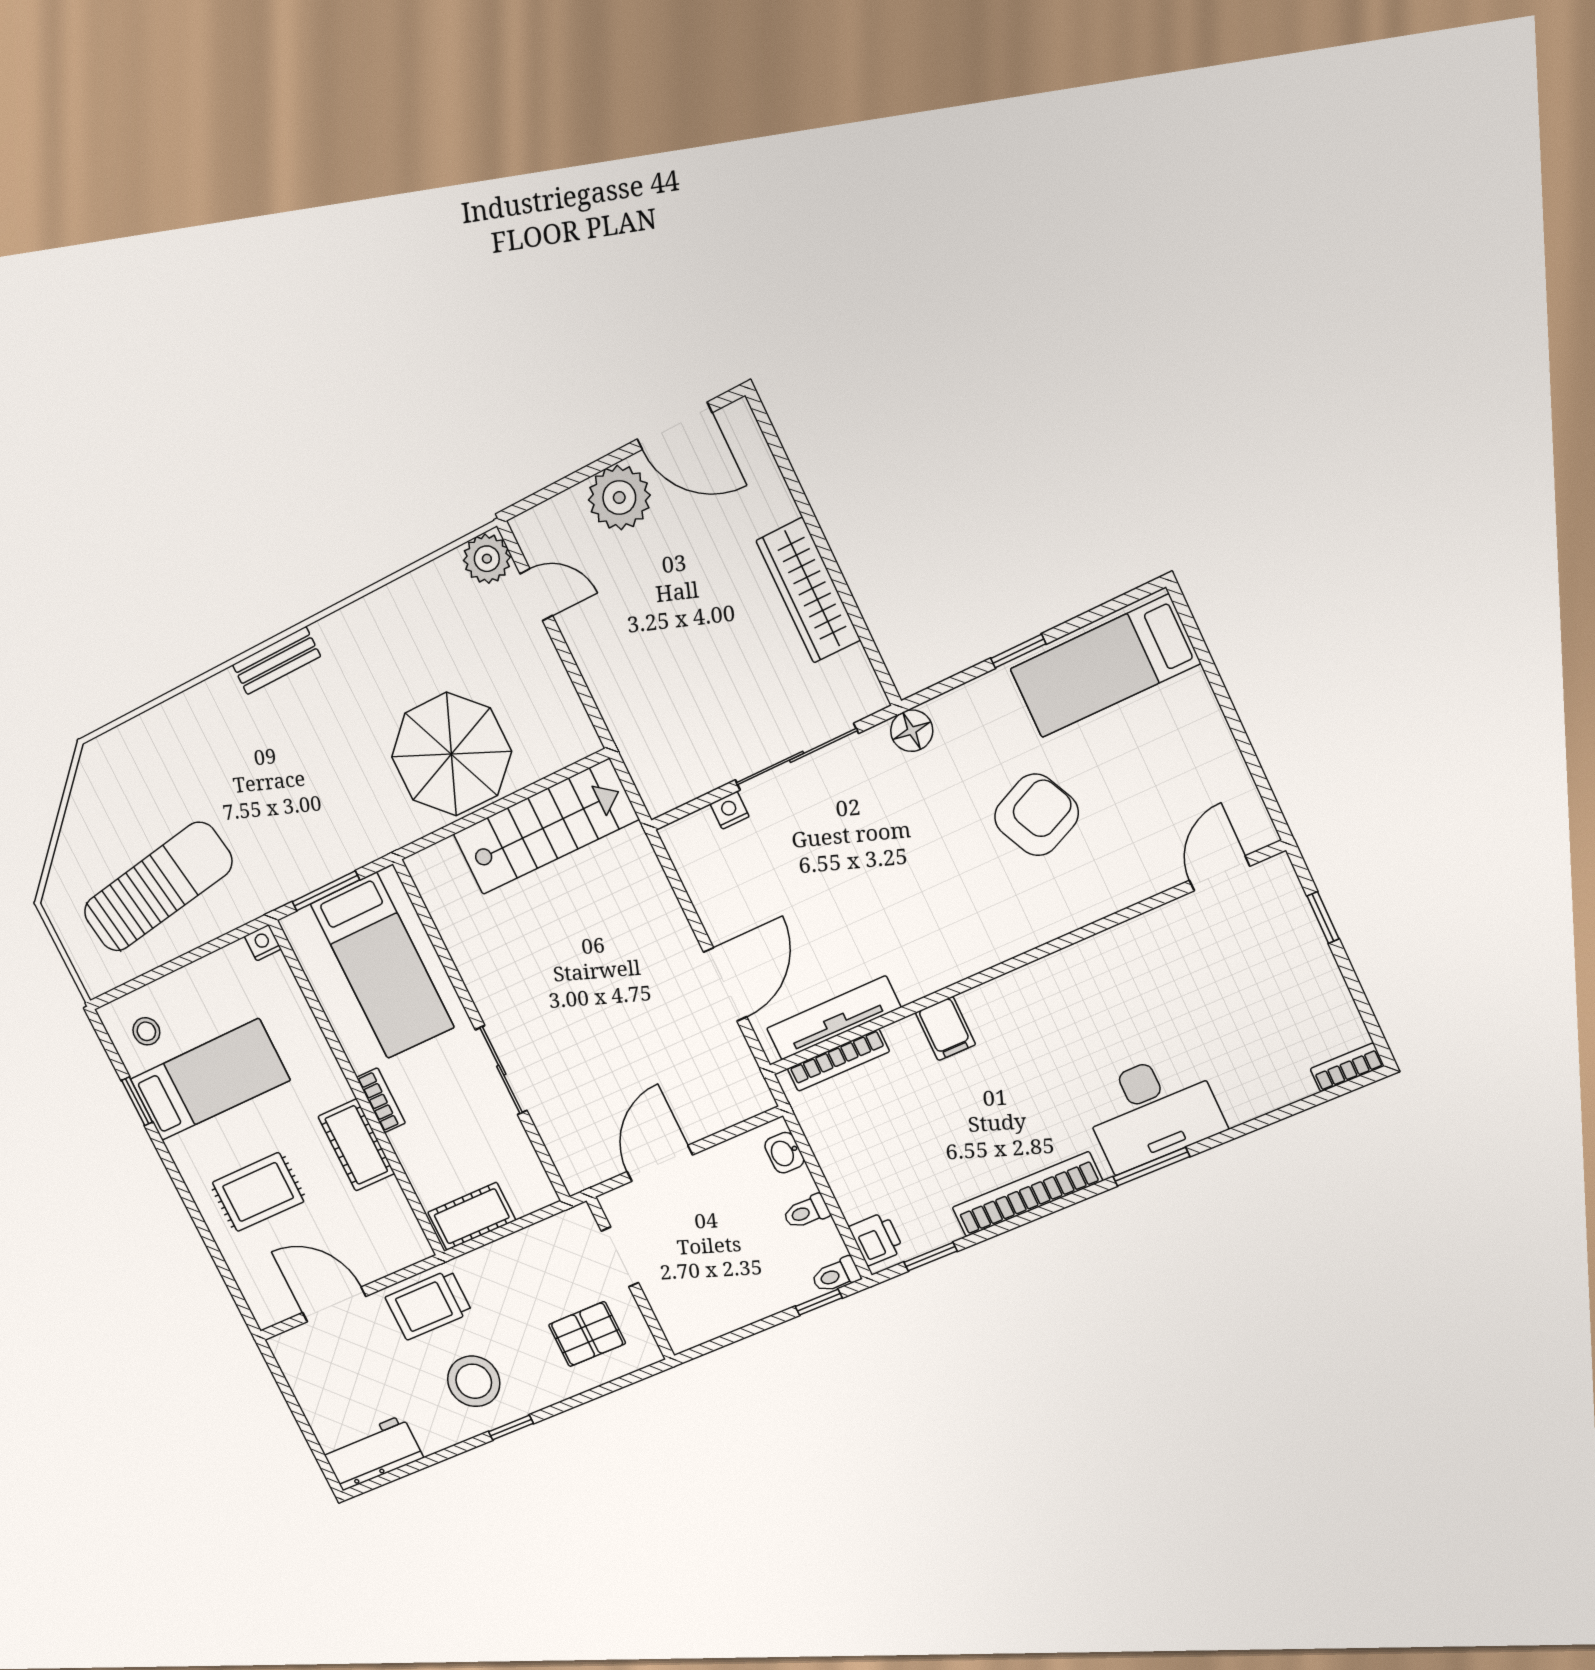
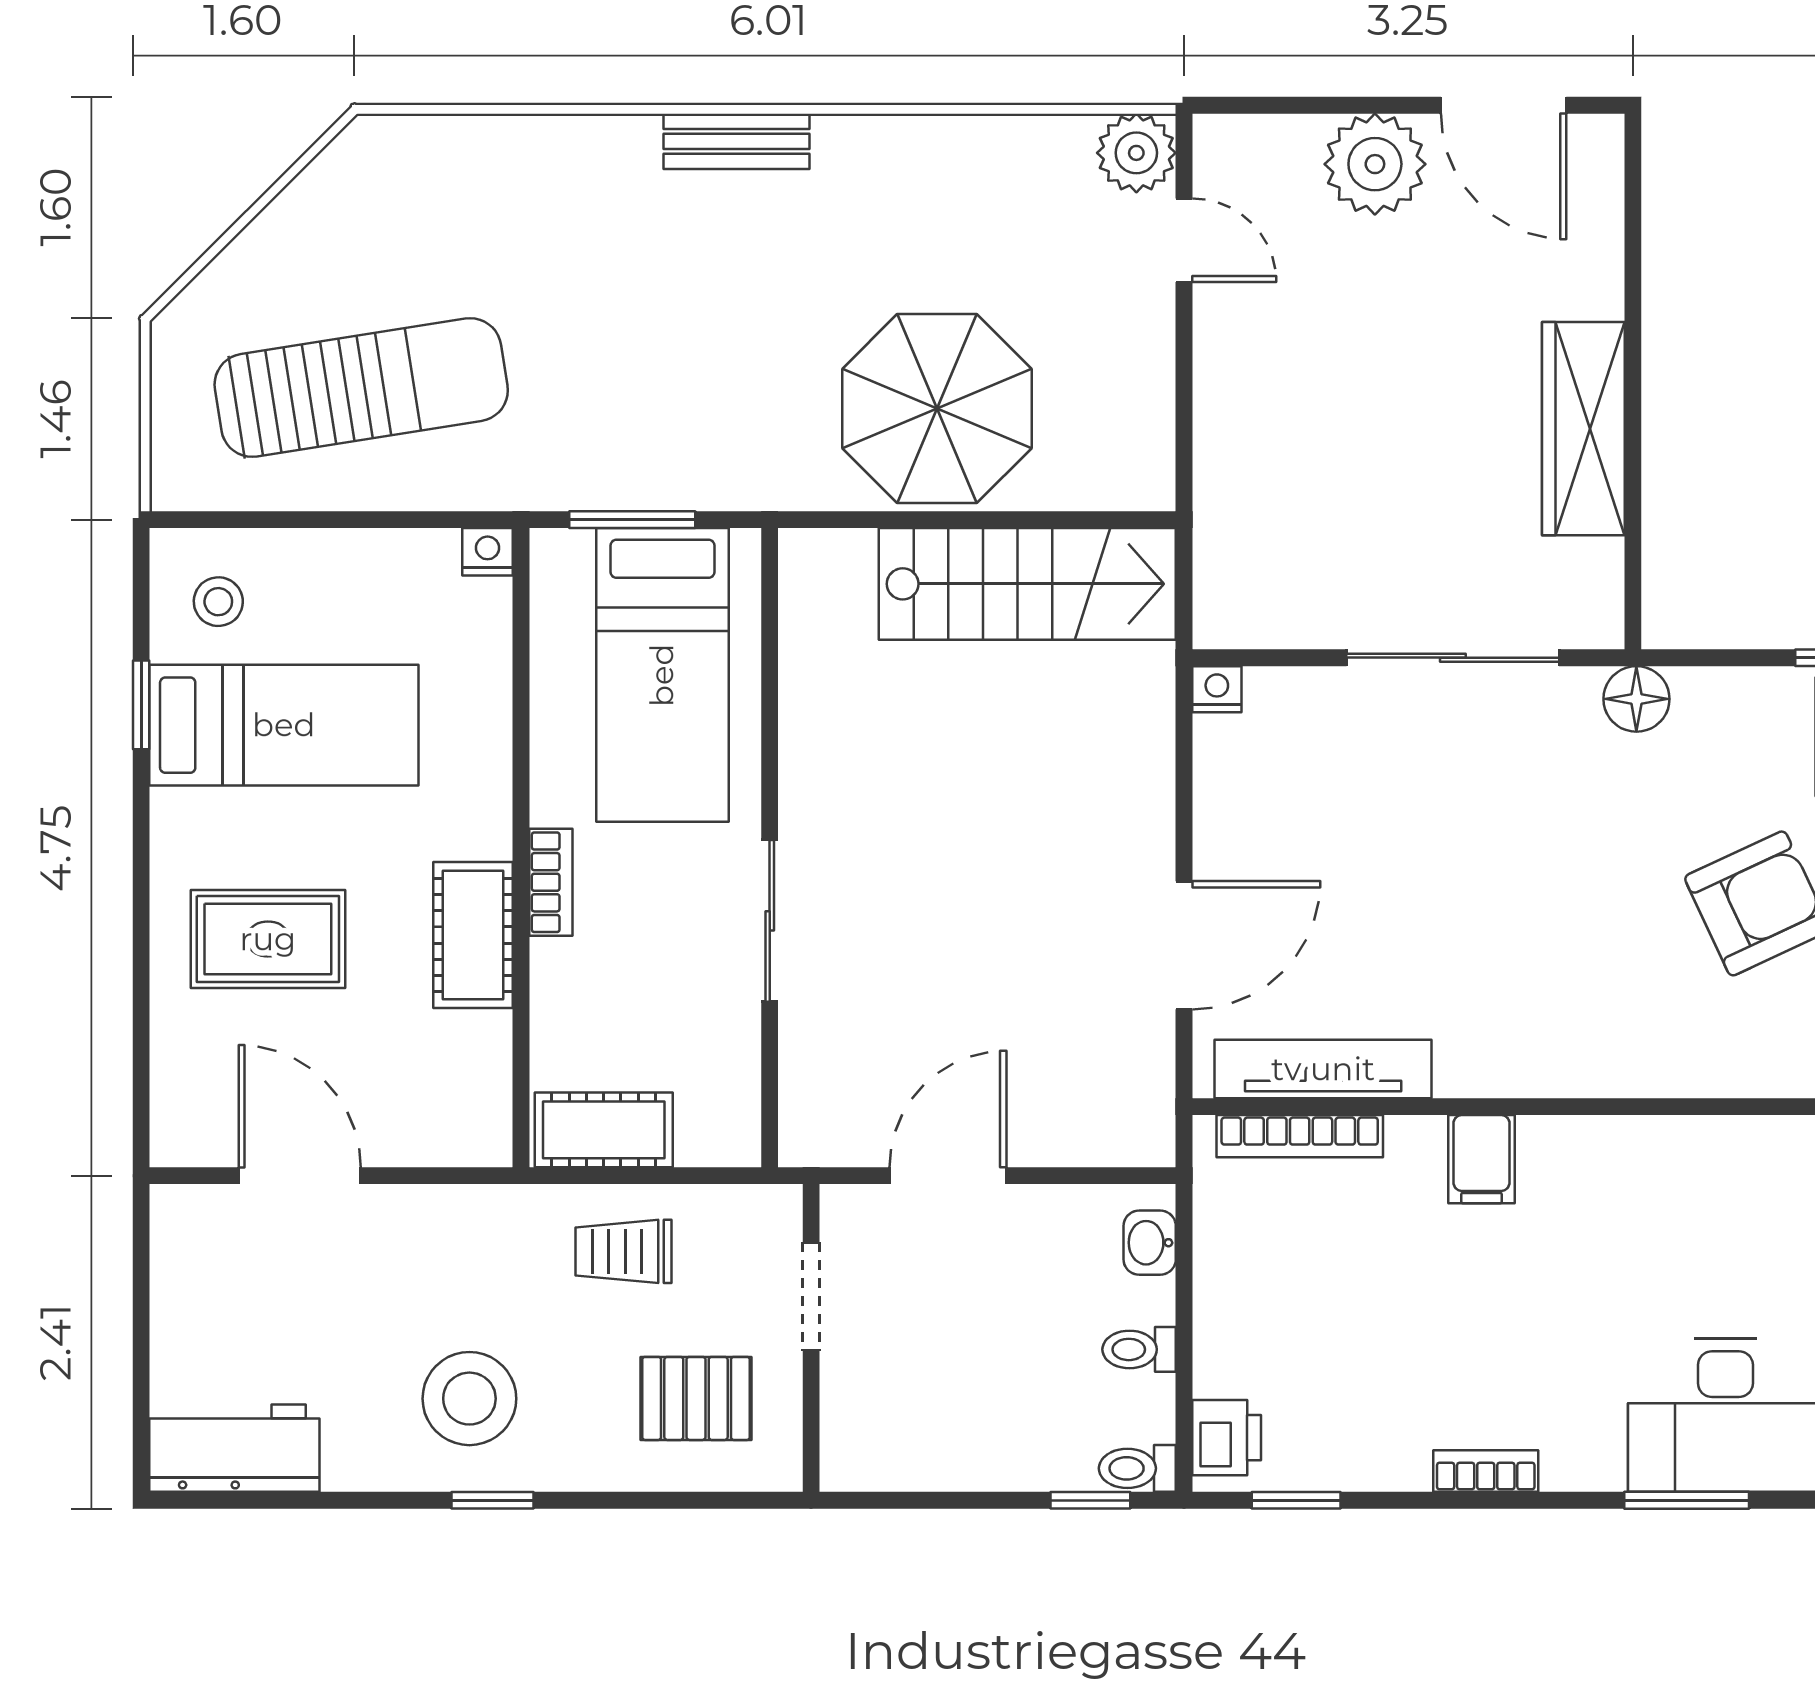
nightstand: (730, 810) -> (1217, 689), moved
bookcase: (1027, 1194) -> (1486, 1471), width x0.43, depth x0.76
trolley: (428, 1305) -> (624, 1251), moved, width x0.73, depth x0.72

